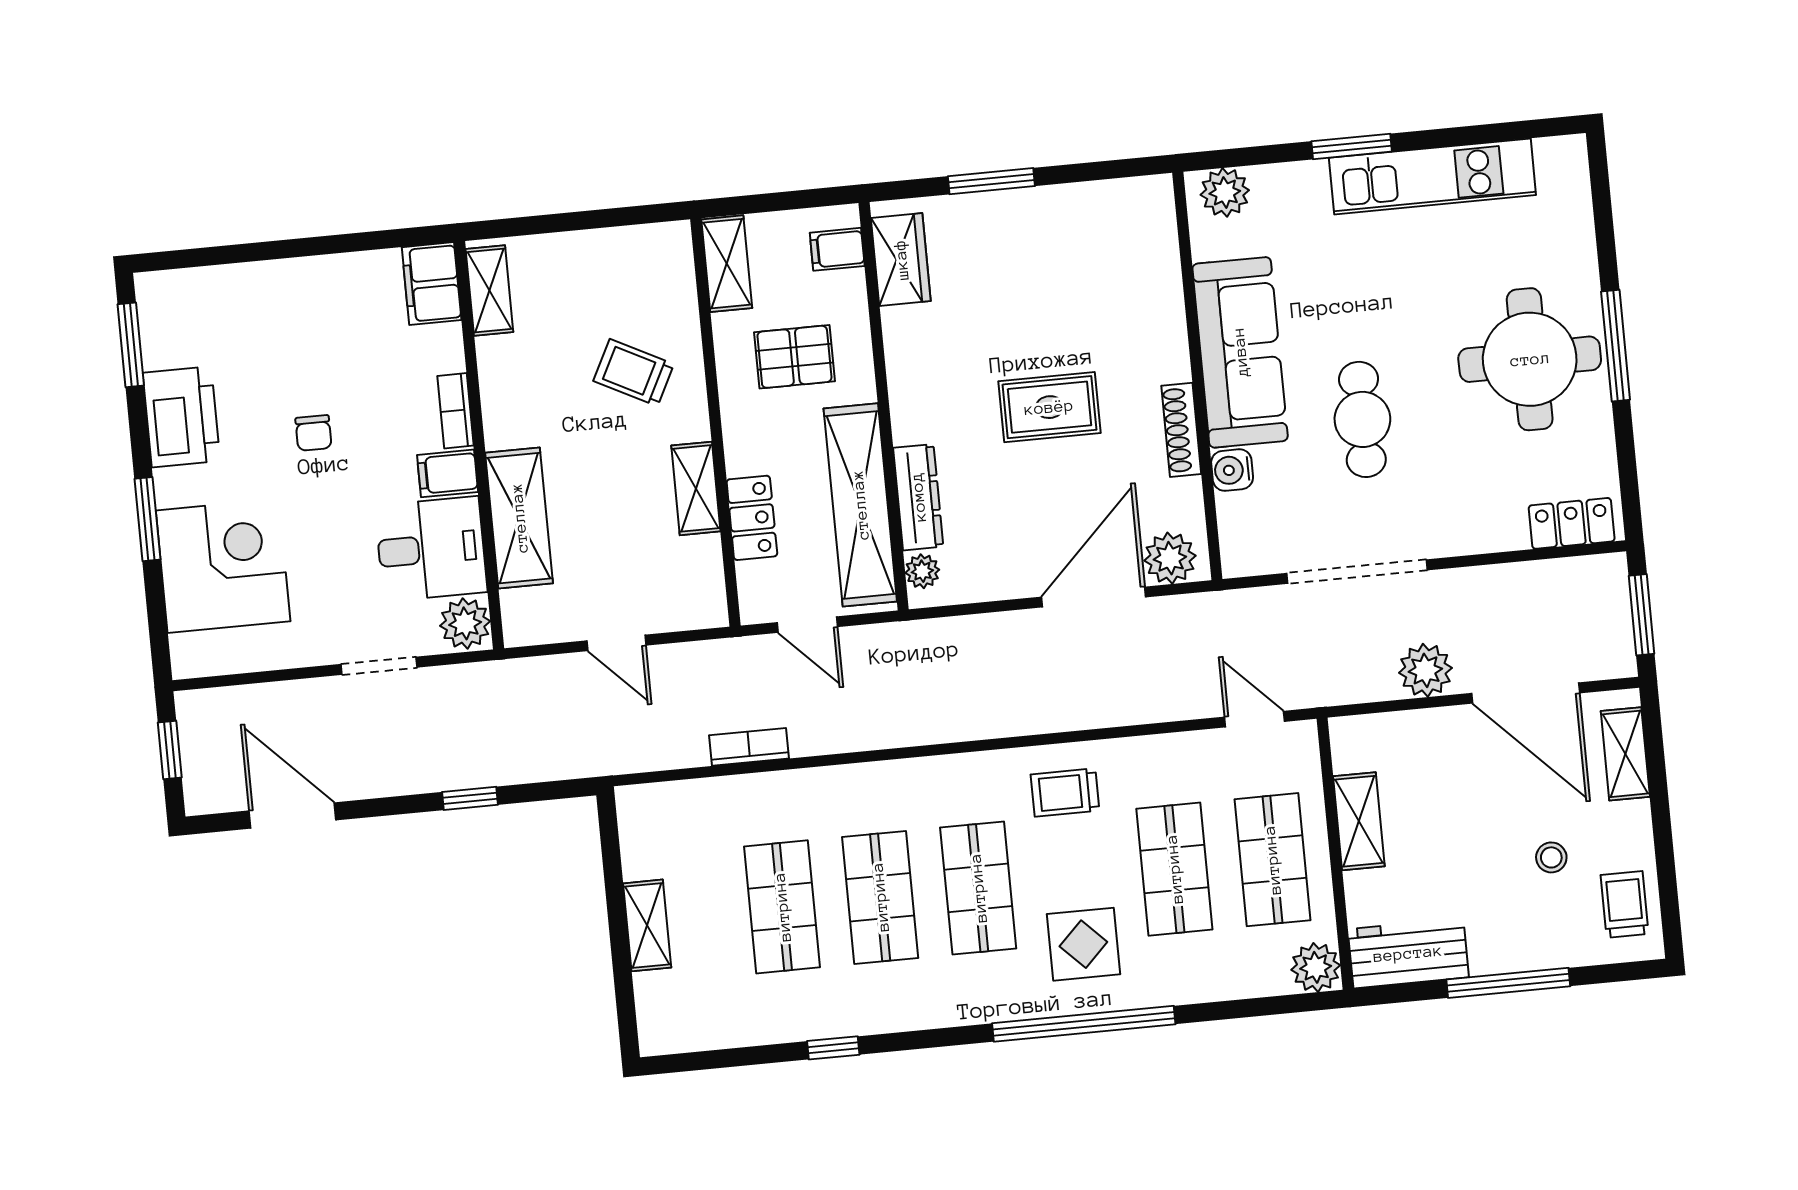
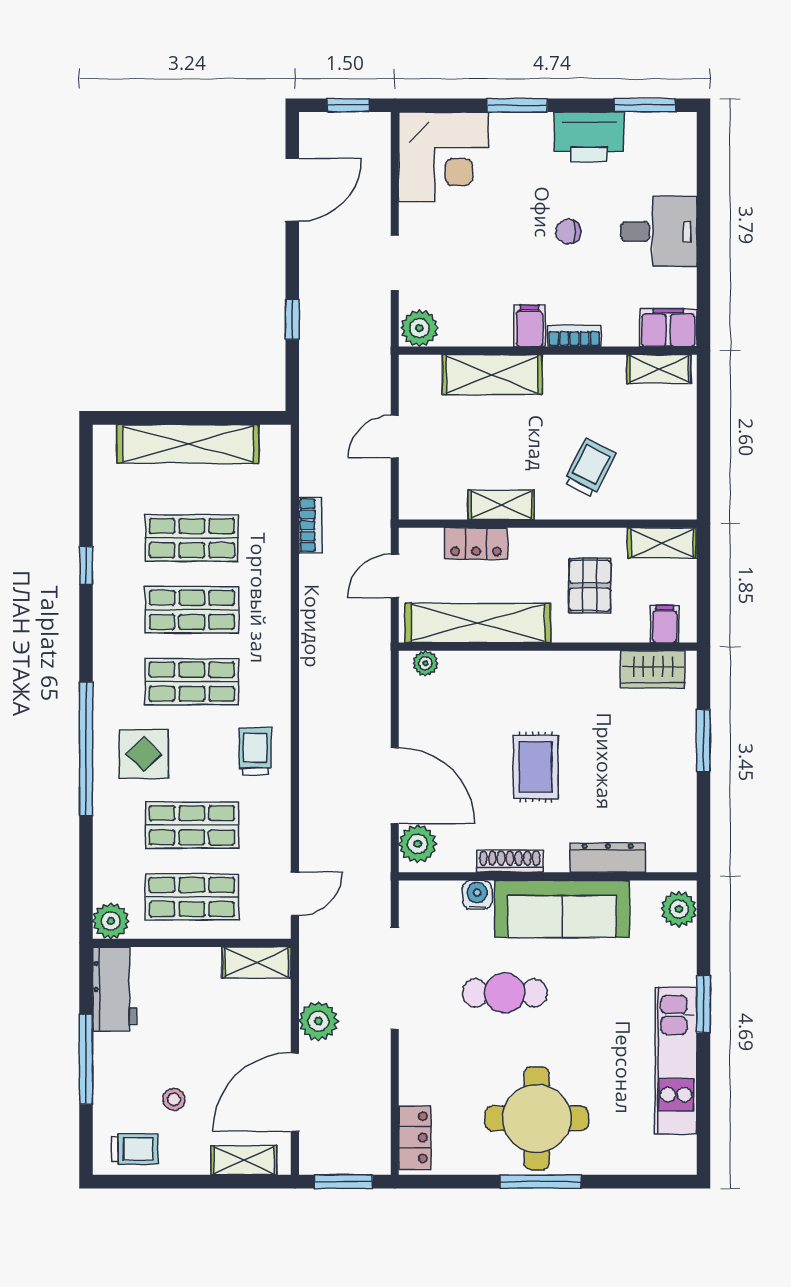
dresser: (918, 497) -> (608, 858), moved, turned 180
desk: (431, 549) -> (659, 231), moved, turned -90
corner desk: (223, 566) -> (444, 157), moved
shelving: (1359, 821) -> (256, 962), moved
shelving: (647, 925) -> (188, 444), width x2.20, depth x1.33

